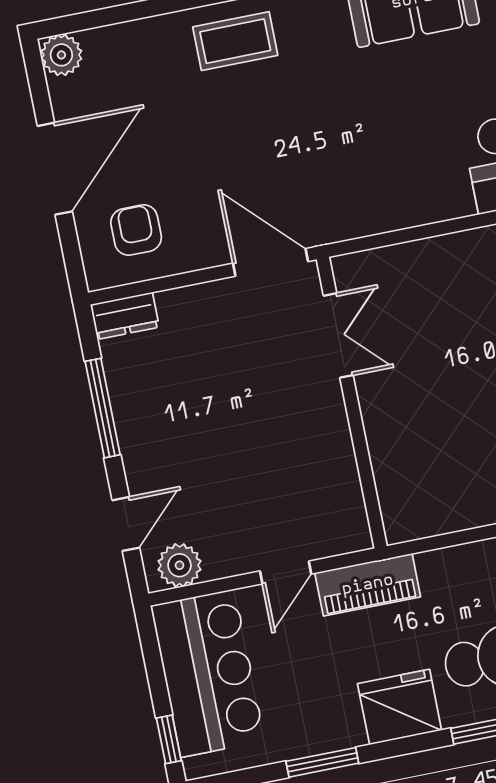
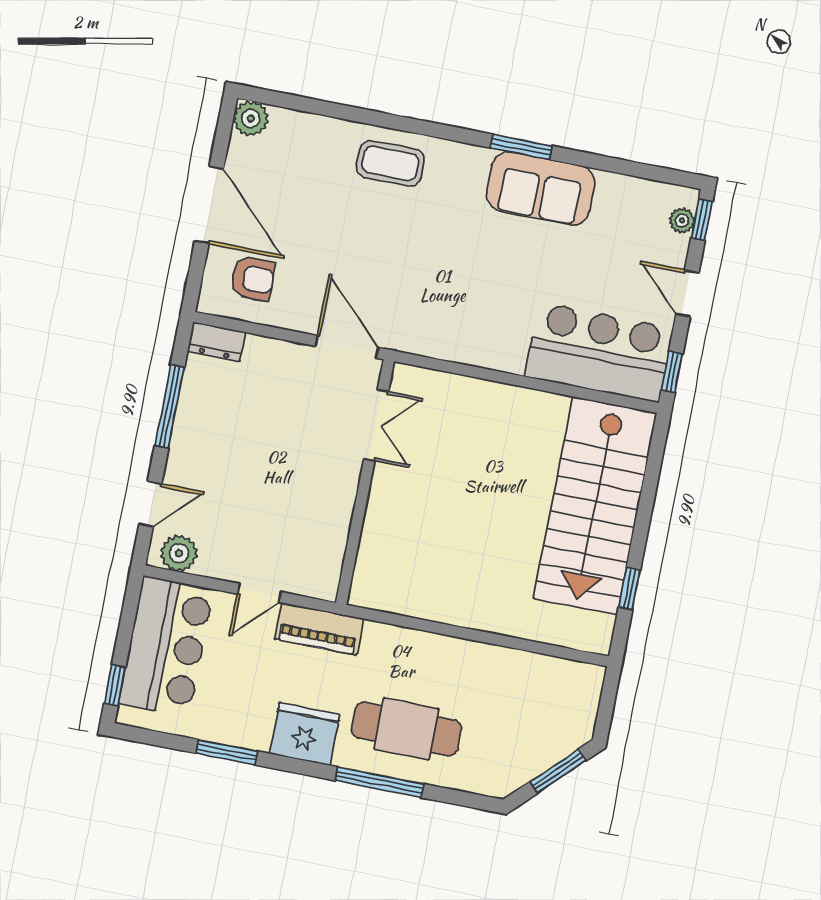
door: (55, 169) -> (209, 205), hinge flipped
armchair: (136, 230) -> (253, 279), turned 90

